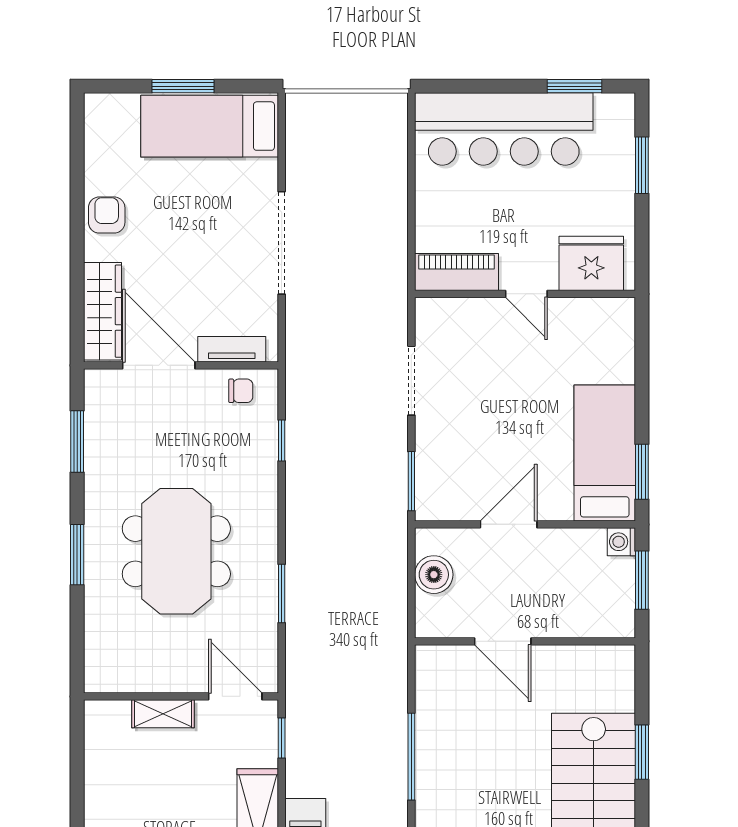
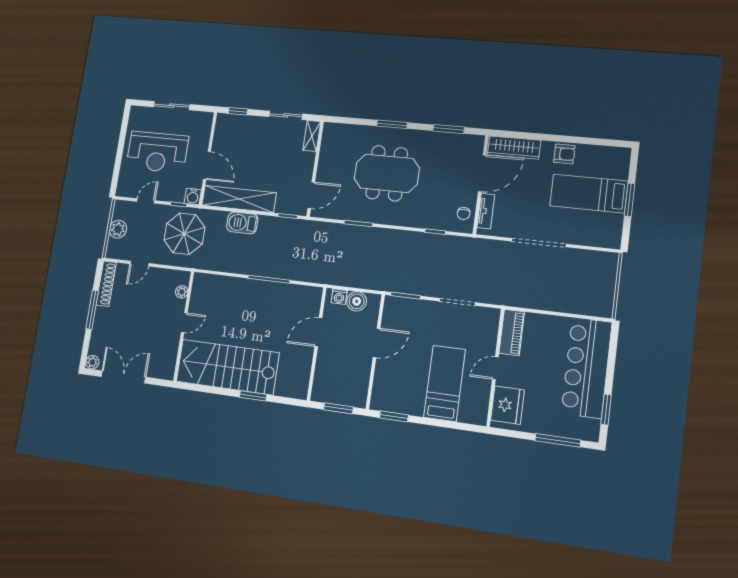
bed: (210, 126) -> (589, 194), moved, turned -90
window: (642, 165) -> (558, 440), width x1.44
bed: (605, 453) -> (445, 383), moved, turned -90
door: (509, 524) -> (376, 343), hinge flipped
washing machine: (621, 542) -> (339, 297), moved, turned 180
shelving: (163, 714) -> (312, 136), moved
sliding door: (77, 774) -> (286, 115), added

